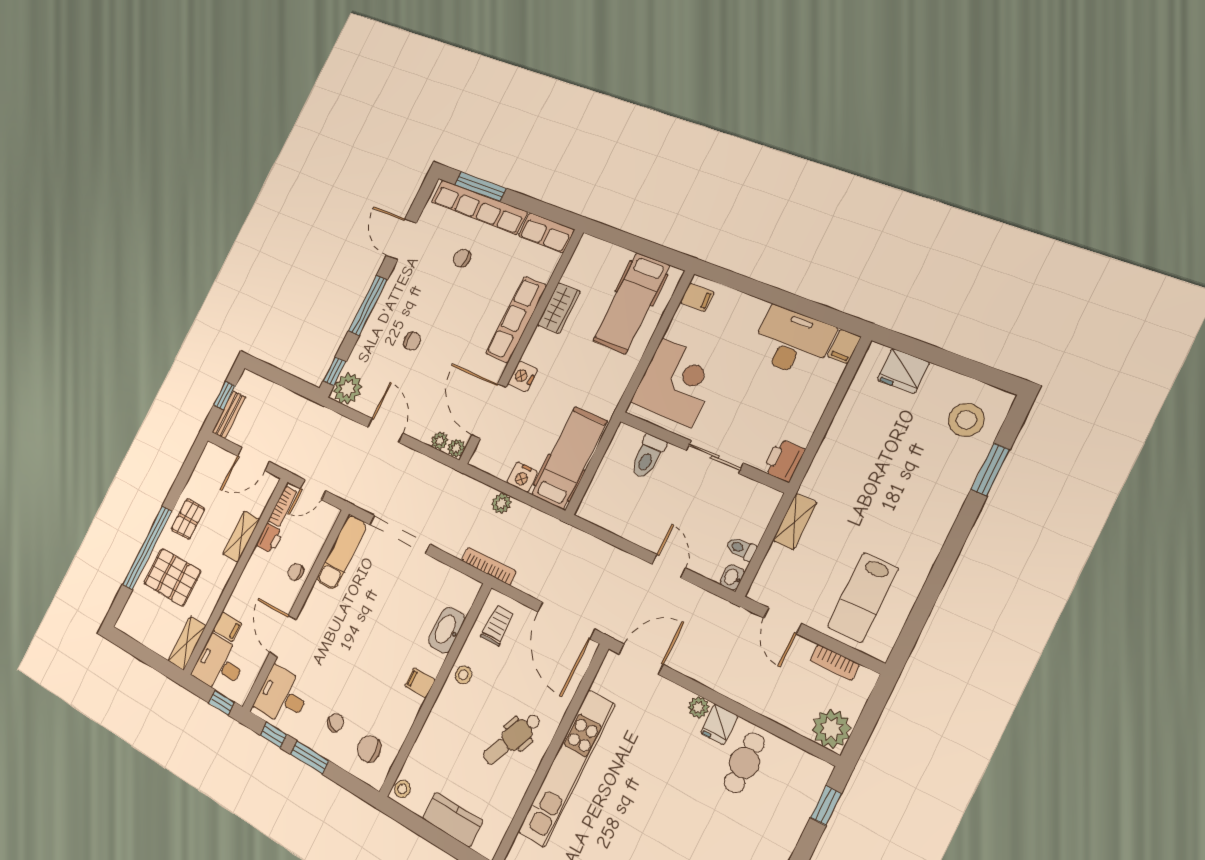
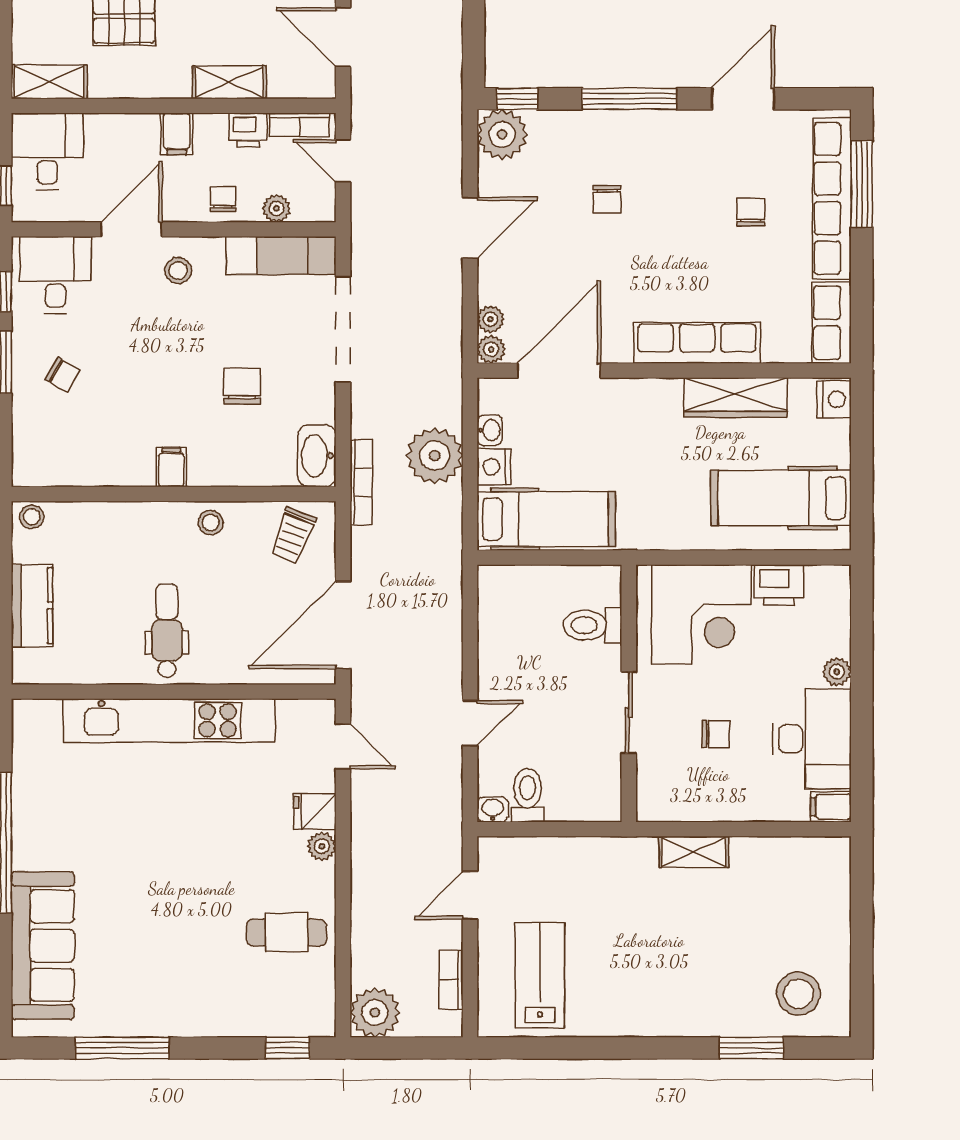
filing cabinet: (697, 297) -> (822, 585), removed
wardrobe: (559, 308) -> (736, 397), width x1.50
plant: (757, 308) -> (837, 672), added
fridge: (903, 371) -> (828, 893), removed
nightstand: (523, 376) -> (834, 399), moved, turned 90
chair: (757, 405) -> (716, 734), added
printer: (784, 460) -> (779, 585), moved, turned 180
washbasin: (500, 470) -> (490, 430), added
plant: (501, 503) -> (435, 456), width x1.88, depth x1.88
shelving: (795, 522) -> (694, 852), moved
plant: (317, 542) -> (276, 208), added
toilet: (741, 548) -> (528, 795), width x1.37, depth x1.39
lab bench: (863, 598) -> (540, 975), turned 90
stool: (318, 619) -> (178, 271), added
trolley: (497, 626) -> (293, 535), turned 111
filing cabinet: (227, 627) -> (177, 134), moved
washbasin: (447, 630) -> (317, 456), moved, turned -90
door: (641, 659) -> (343, 746), width x0.73
fridge: (719, 724) -> (315, 812), moved
dental chair: (512, 739) -> (167, 631), turned 64
chair: (369, 749) -> (242, 386), moved

